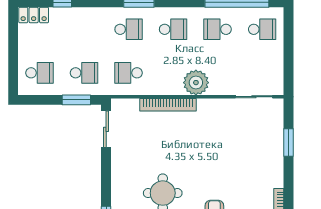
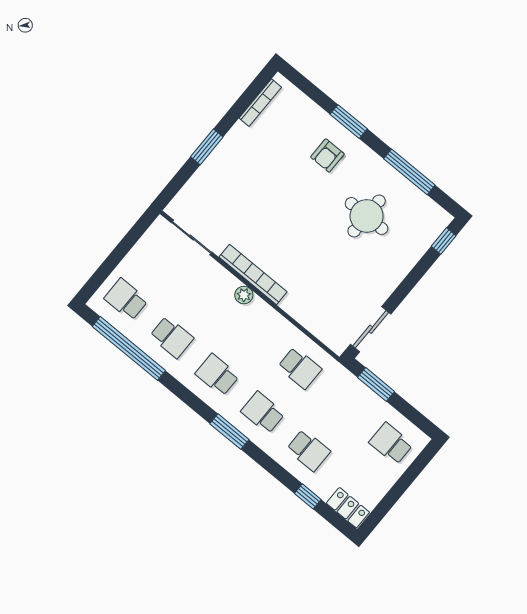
school desk: (84, 73) -> (308, 450), moved, turned 180
plant: (196, 83) -> (244, 295), width x0.53, depth x0.53
bookcase: (168, 105) -> (253, 274), moved
window: (288, 143) -> (207, 147), moved

